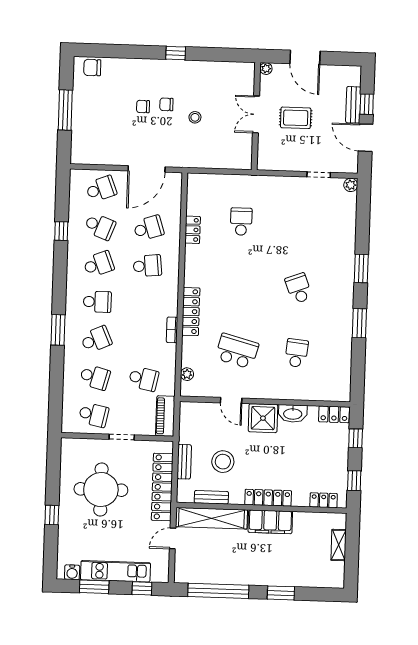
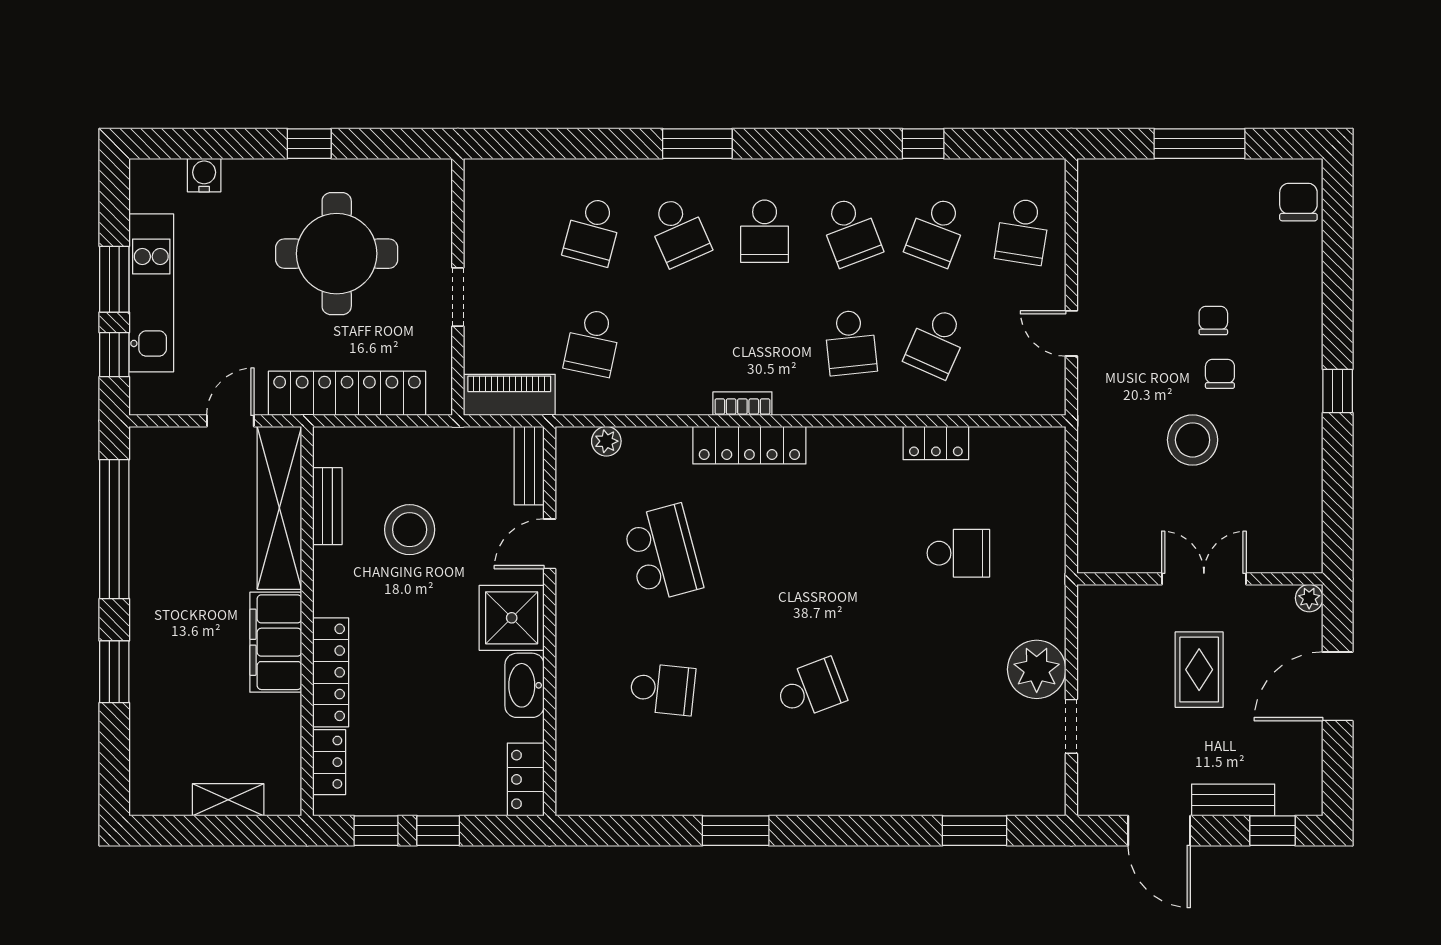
window: (367, 104) -> (1272, 831), moved
stool: (195, 117) -> (1193, 440), width x1.89, depth x1.89
door: (366, 138) -> (1159, 831), swing flipped
door: (147, 169) -> (1071, 333), width x0.53
plant: (351, 185) -> (1037, 669), moved, width x1.87, depth x1.87
school desk: (101, 189) -> (1023, 231), turned 30
school desk: (149, 228) -> (937, 342), turned 42
window: (361, 268) -> (974, 831), moved
bookcase: (172, 330) -> (742, 404), moved
school desk: (237, 351) -> (663, 553), turned -30
school desk: (94, 415) -> (507, 231), removed
window: (356, 438) -> (438, 831), moved
bench: (184, 462) -> (529, 466), moved, turned 90
locker: (268, 498) -> (331, 672), moved
window: (52, 515) -> (309, 144), moved
door: (173, 538) -> (230, 421), hinge flipped
water cooler: (72, 572) -> (204, 175), moved, turned 90
window: (94, 587) -> (114, 279), moved

